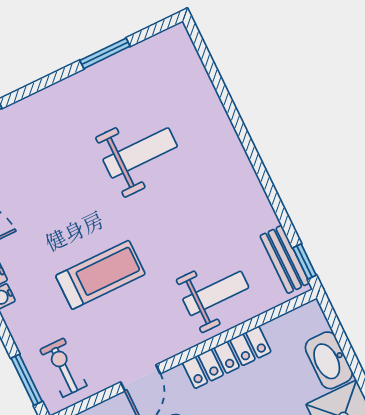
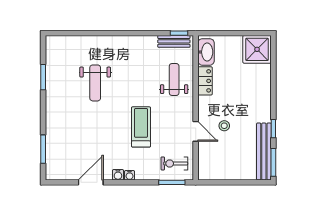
weight bench: (140, 153) -> (95, 83), turned 180
locker: (227, 357) -> (205, 81), width x0.66
washbasin: (329, 360) -> (206, 52), moved, turned -90

